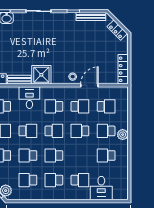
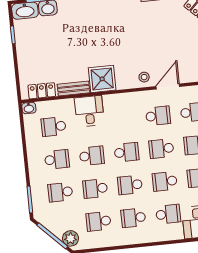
school desk: (54, 106) -> (165, 181), moved

